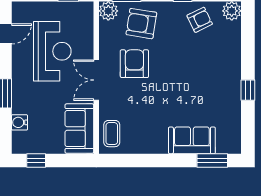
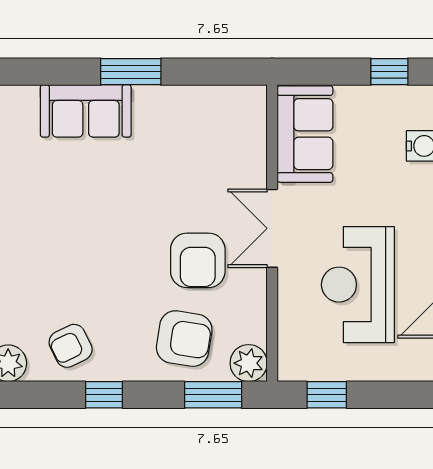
double door: (96, 80) -> (272, 228), swing flipped
coffee table: (112, 134) -> (242, 124), removed
window: (212, 161) -> (131, 72), moved

